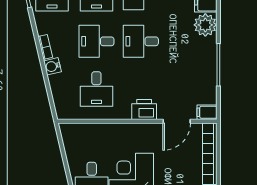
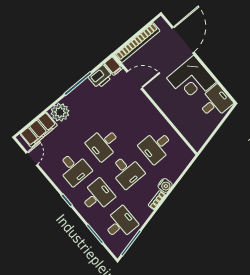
desk: (141, 41) -> (104, 144), turned 90
desk: (96, 89) -> (156, 146), turned 180
printer: (144, 110) -> (100, 77), moved, turned -90

